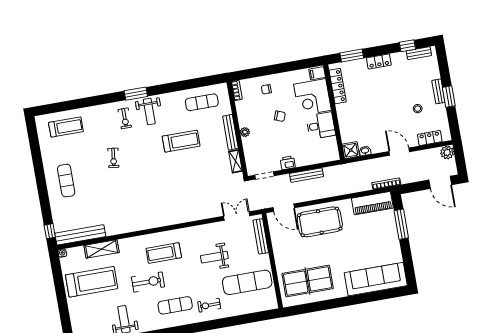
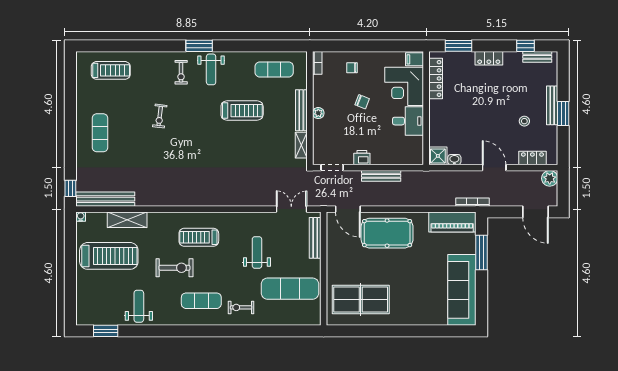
bench: (438, 91) -> (552, 105), width x1.36
weight bench: (214, 257) -> (257, 252), turned 90
sofa: (376, 279) -> (462, 290), moved, turned -90

